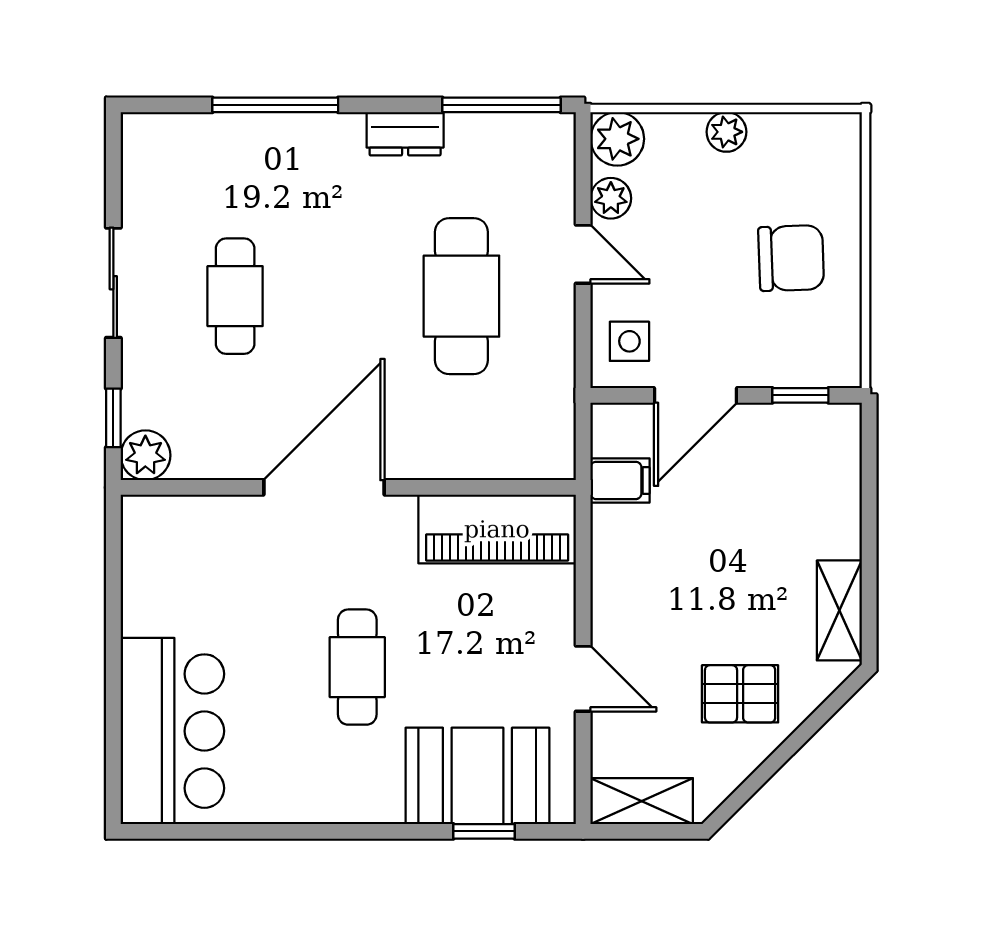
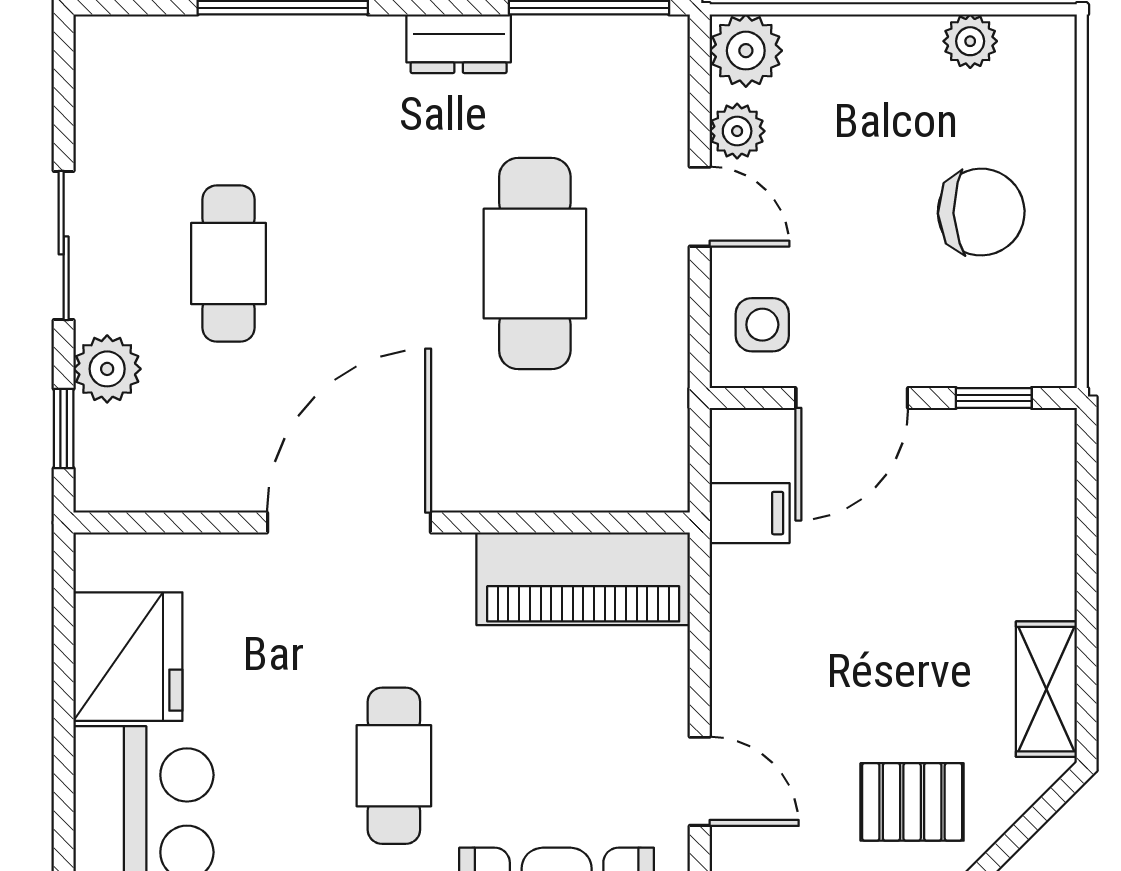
plant: (726, 132) -> (970, 41), moved
plant: (145, 455) -> (107, 369), moved
fridge: (161, 587) -> (128, 657), added

